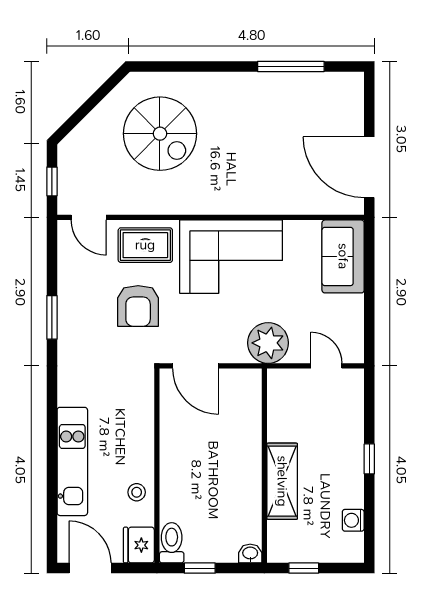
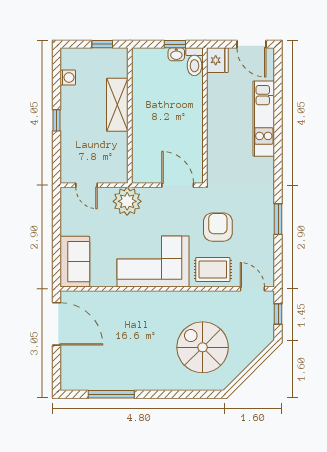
stool: (137, 492) -> (219, 97), removed
washbasin: (250, 554) -> (176, 54), moved

